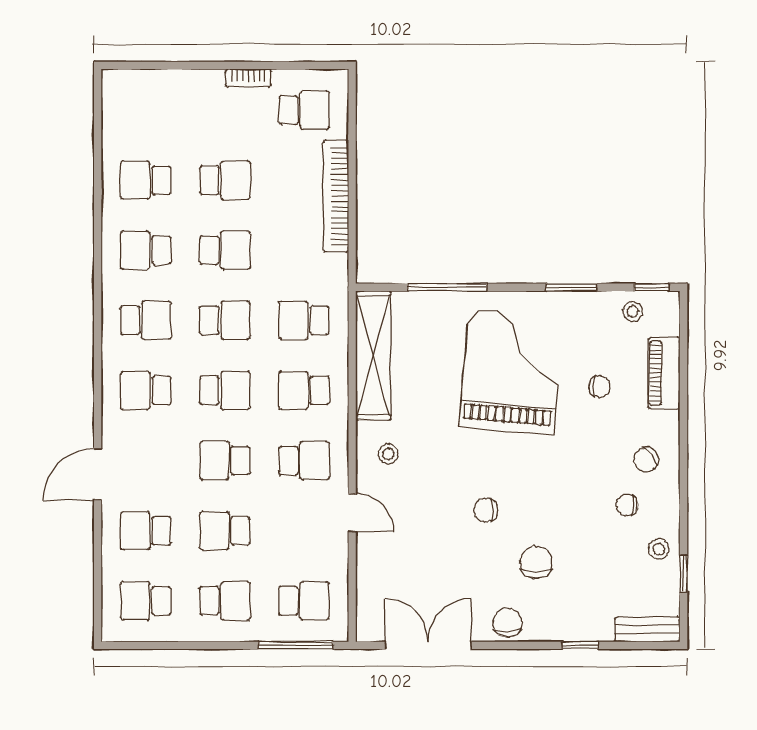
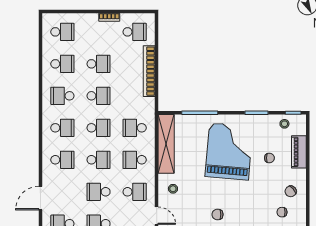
school desk: (146, 110) -> (62, 32), added
school desk: (146, 180) -> (62, 64), turned 180
school desk: (146, 390) -> (62, 160), turned 180

